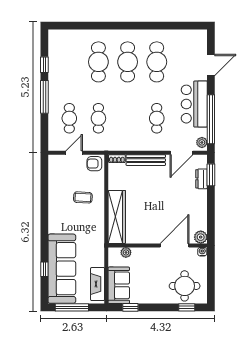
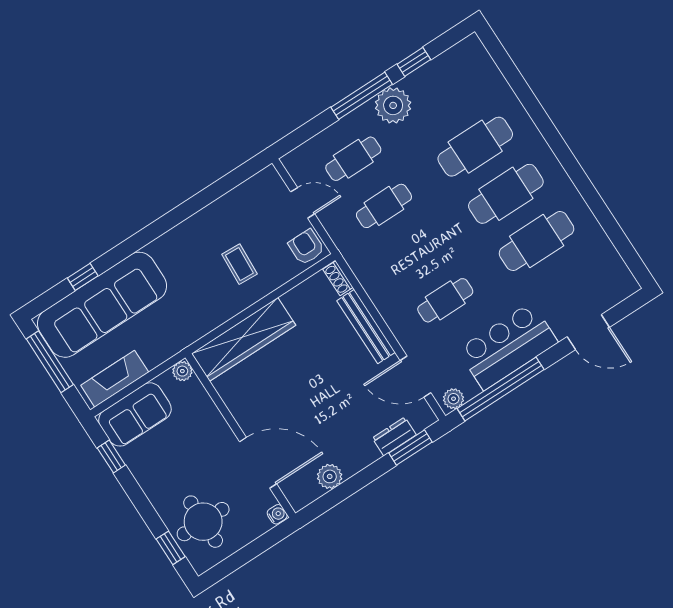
plant: (57, 86) -> (393, 105), added
plant: (201, 237) -> (330, 476), moved
plant: (126, 252) -> (182, 371), moved

